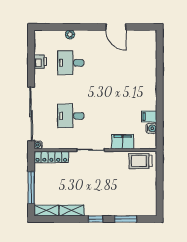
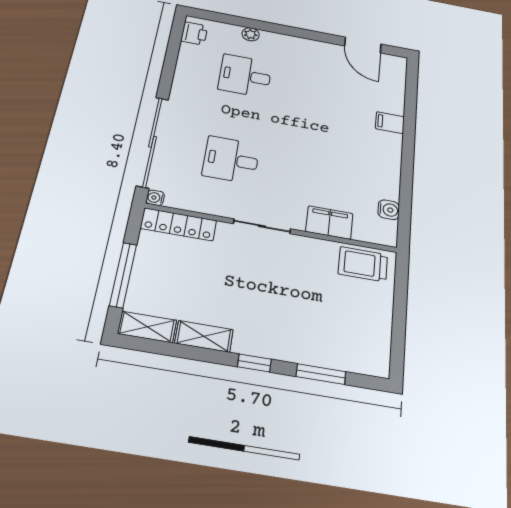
door: (116, 27) -> (363, 45), moved
printer: (40, 61) -> (194, 33), moved
filing cabinet: (149, 117) -> (390, 123), moved

